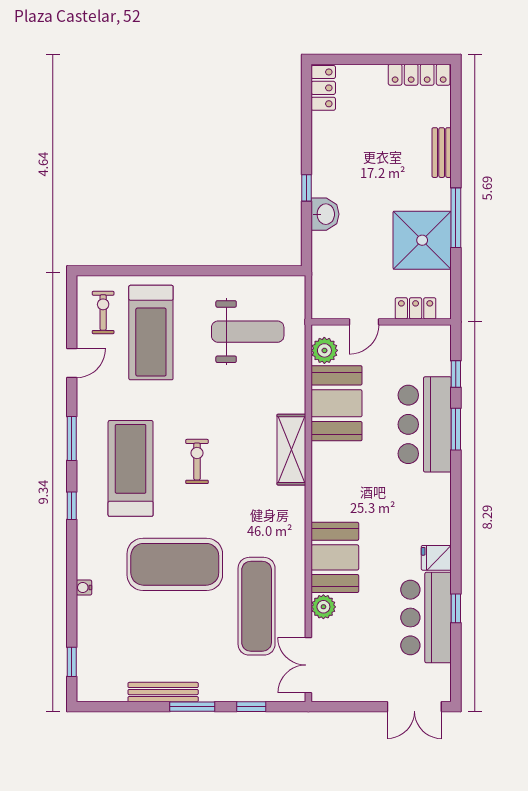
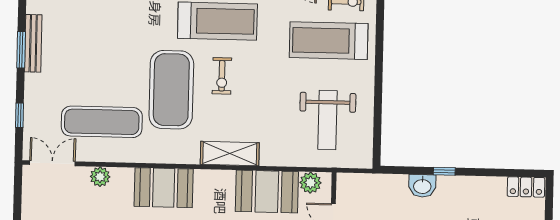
exercise bike: (197, 461) -> (222, 76), turned 90
booth: (335, 557) -> (164, 188), moved
exercise mat: (175, 564) -> (171, 90), moved
window: (192, 707) -> (21, 50), moved

